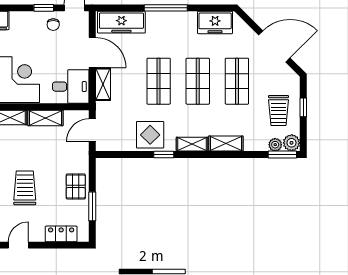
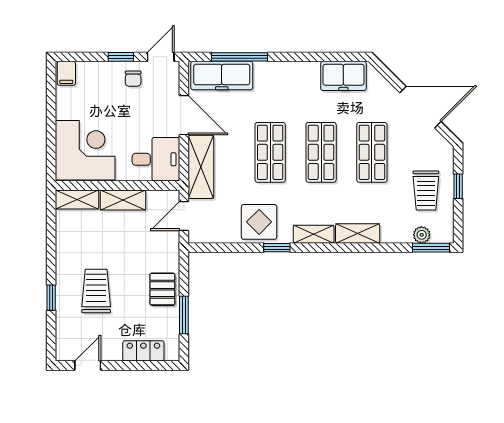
window: (166, 8) -> (239, 57), moved
shelving: (103, 84) -> (201, 167), width x1.50, depth x1.33
plant: (292, 143) -> (443, 232), removed

